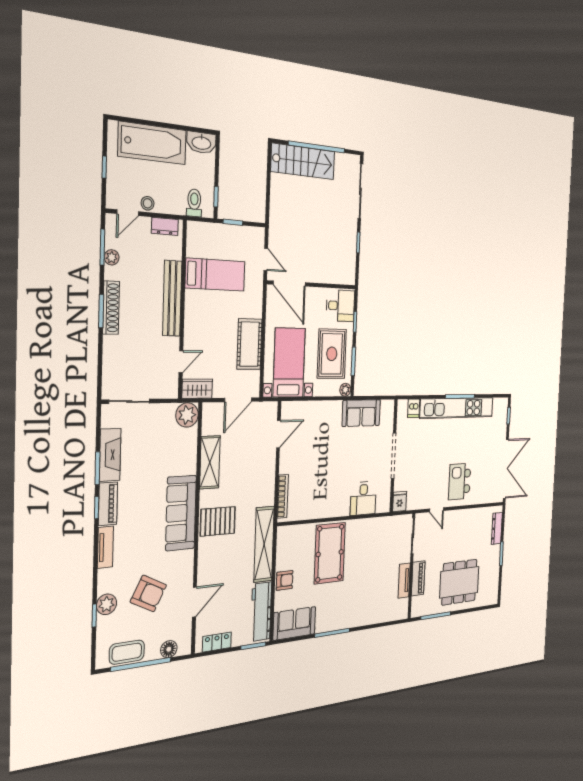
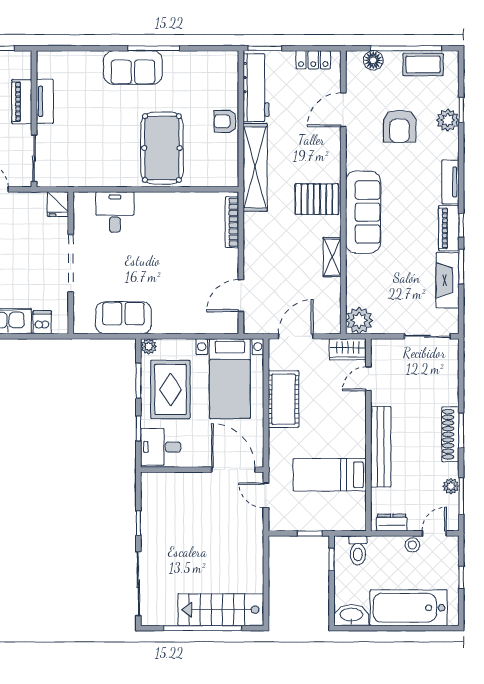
shelving: (210, 462) -> (332, 257), width x0.67, depth x0.75
armchair: (148, 593) -> (400, 126), turned -117
sofa: (294, 623) -> (133, 68), moved

